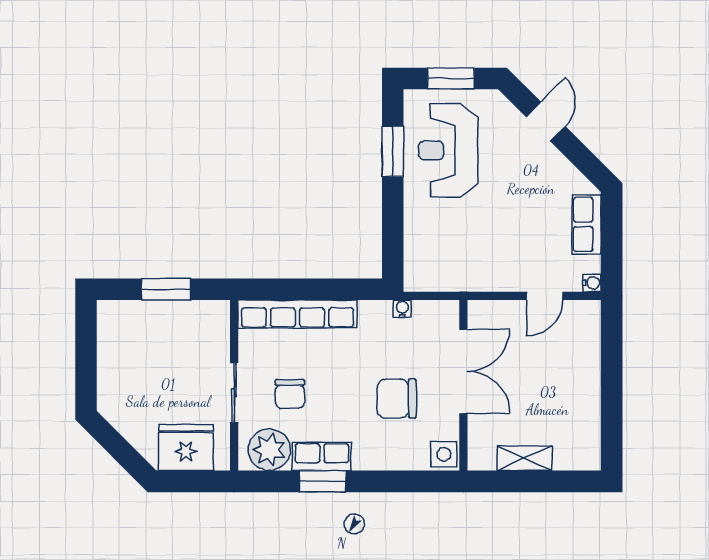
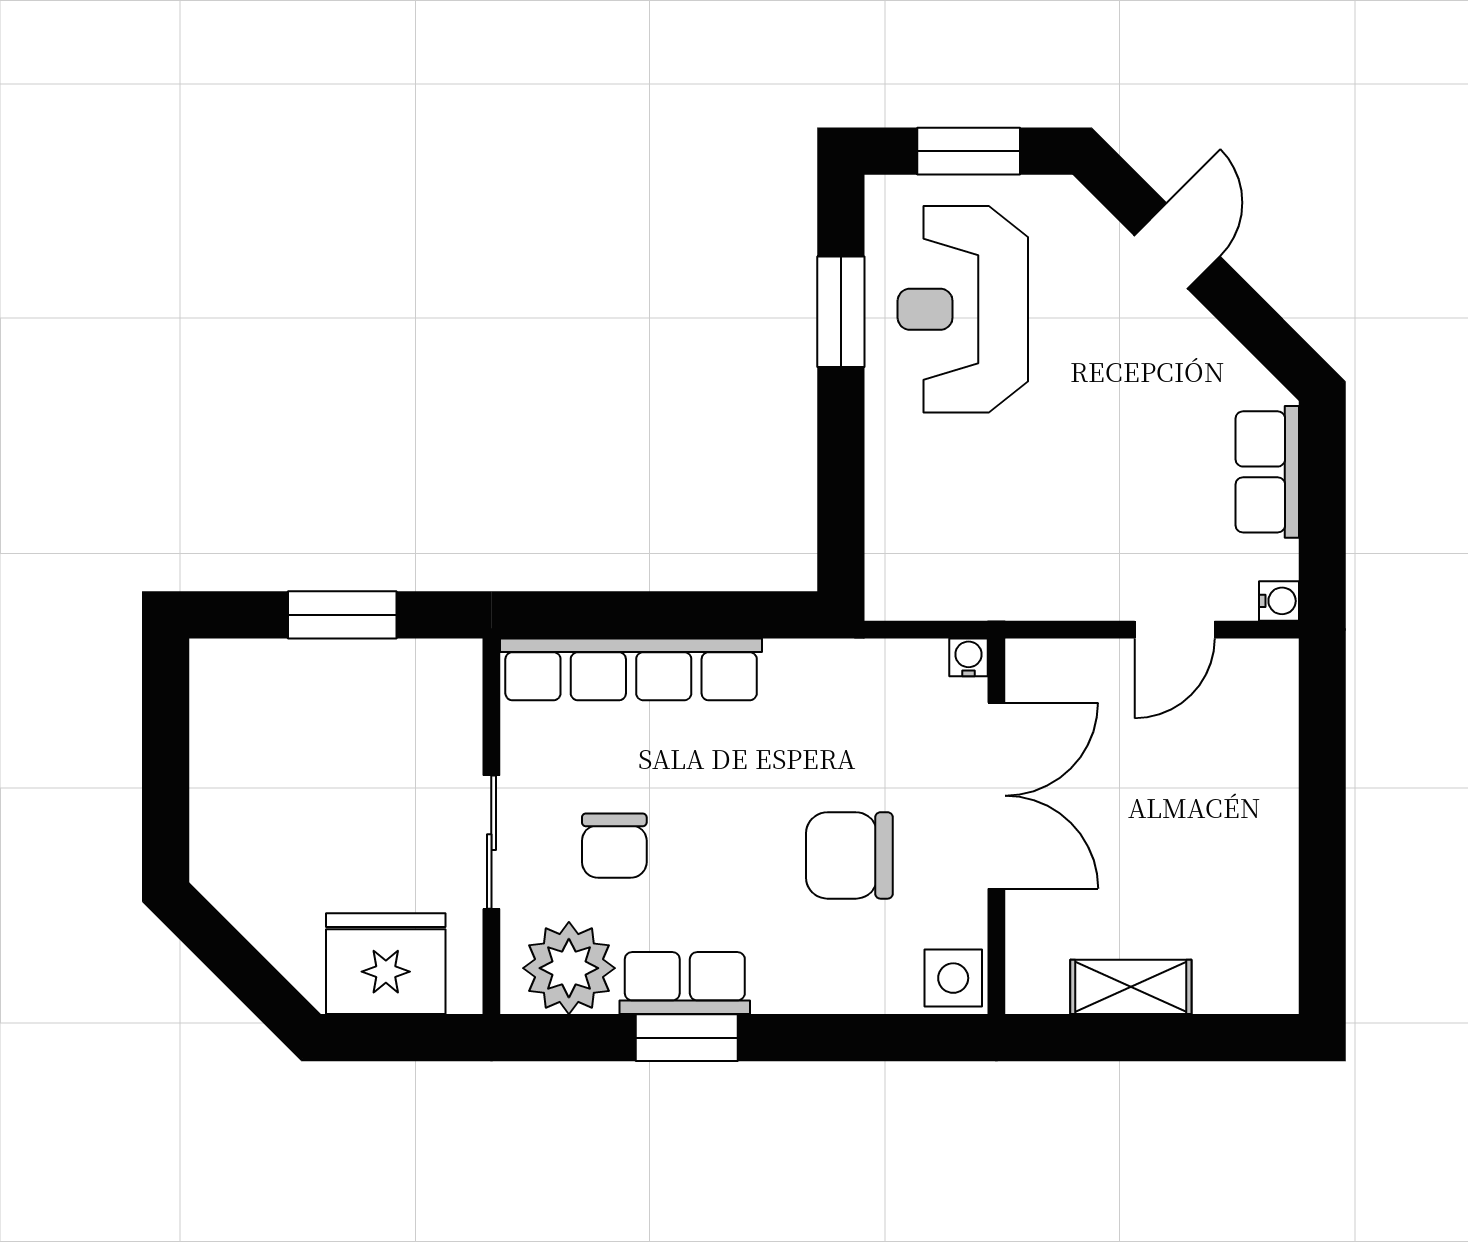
water cooler: (402, 309) -> (969, 657), moved

